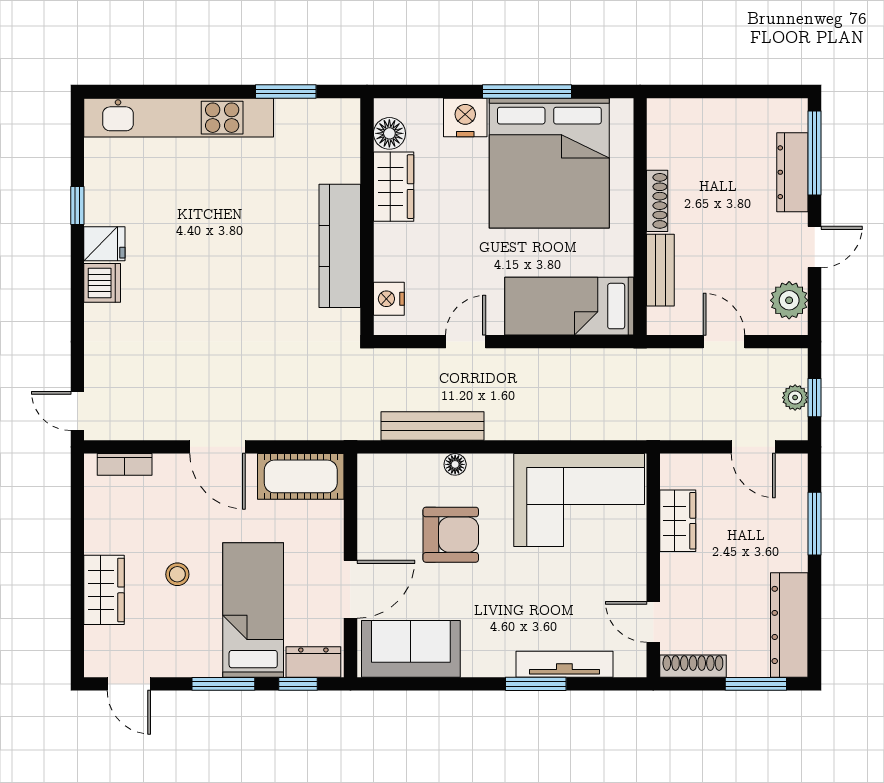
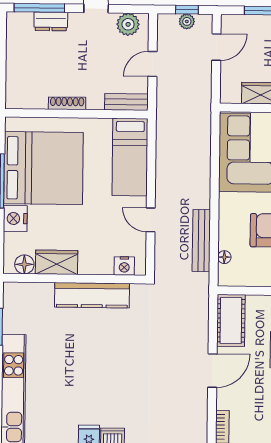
dresser: (792, 172) -> (51, 21), width x0.70
bench: (660, 270) -> (126, 102), moved
floor lamp: (455, 464) -> (224, 257), moved

